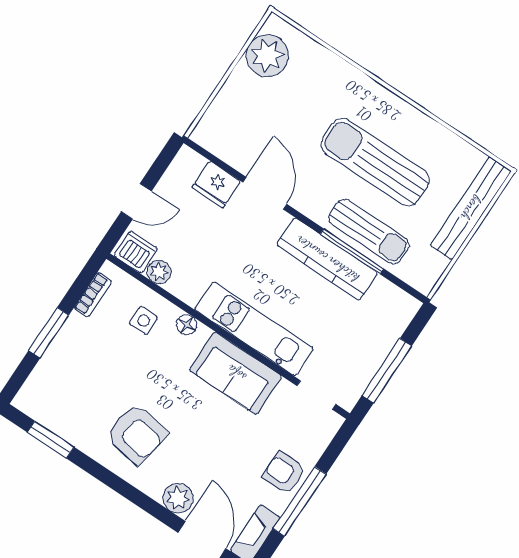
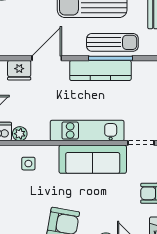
door: (265, 193) -> (47, 58), hinge flipped
floor lamp: (187, 325) -> (52, 151), removed
sofa: (236, 373) -> (93, 159), width x1.36

